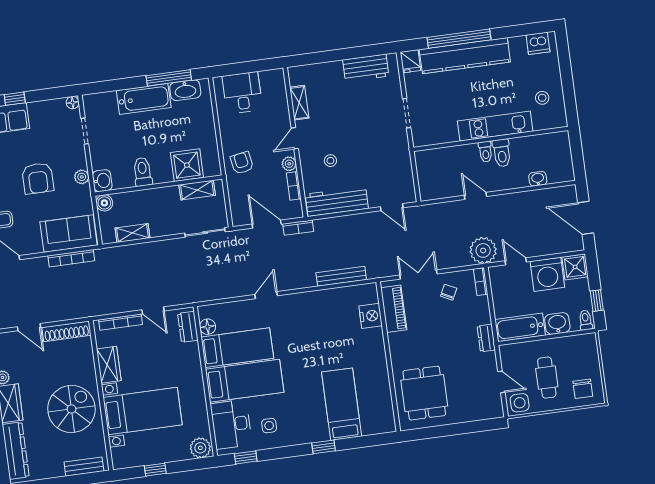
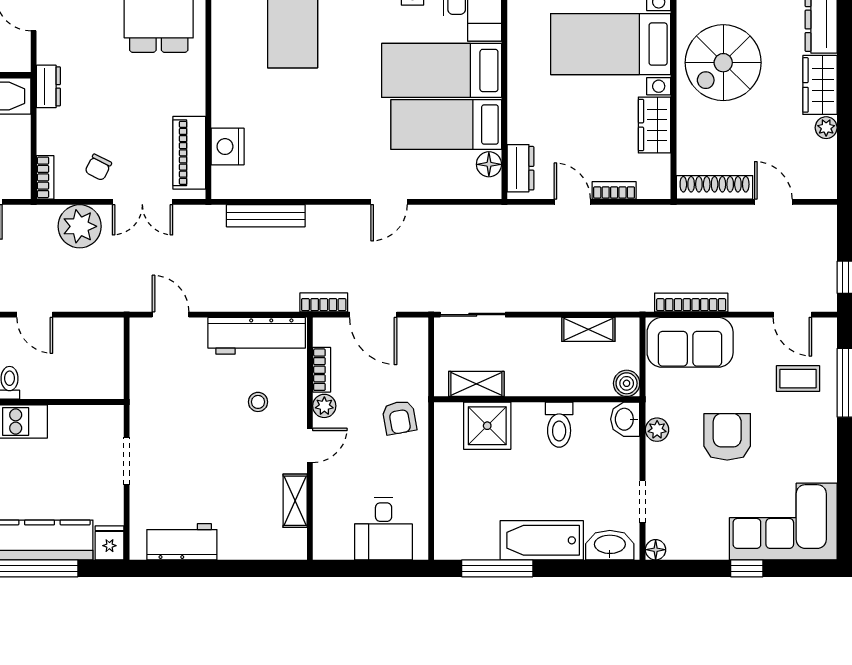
washbasin: (185, 90) -> (610, 545), moved
plant: (483, 250) -> (80, 226), moved
bookcase: (121, 322) -> (614, 190), width x0.64

